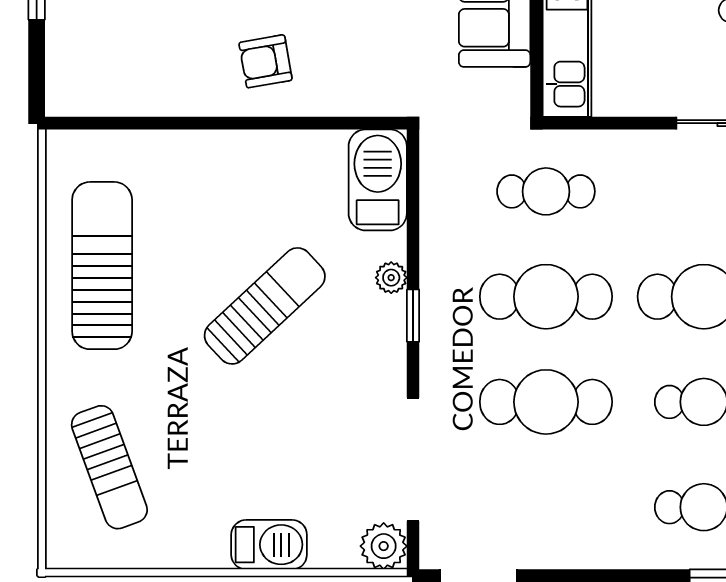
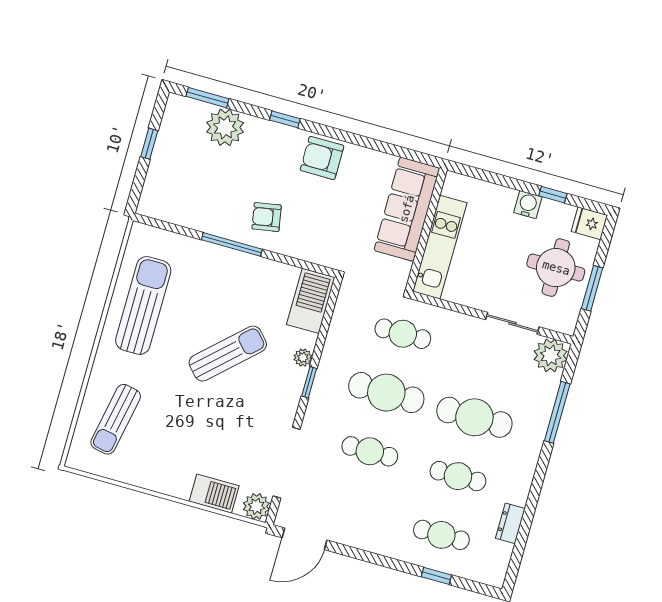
window: (221, 123) -> (232, 244), added
cafe table: (546, 402) -> (370, 451), width x0.73, depth x0.74
sun lounger: (109, 467) -> (116, 419), turned 31
barbecue: (269, 545) -> (214, 494), moved

